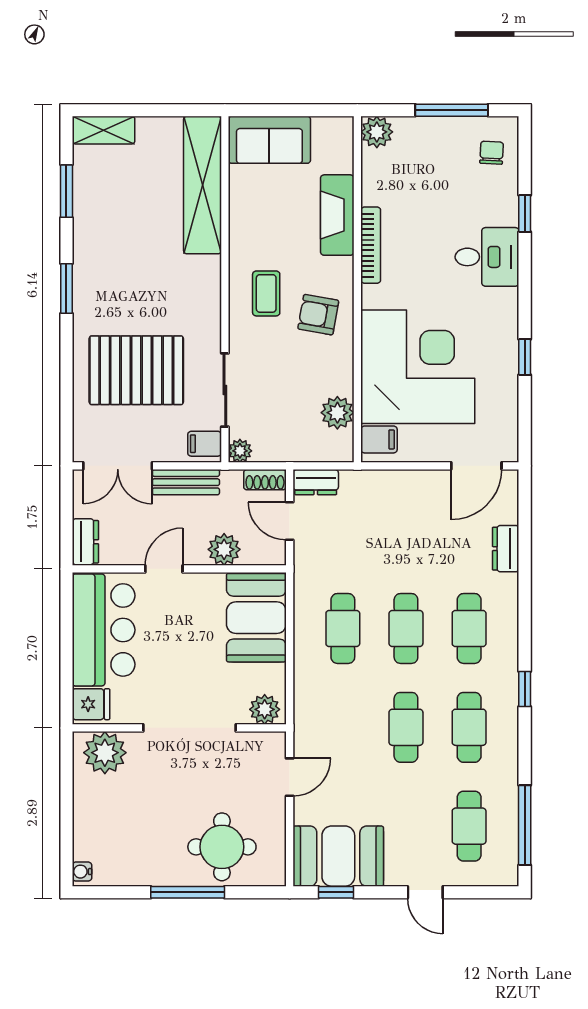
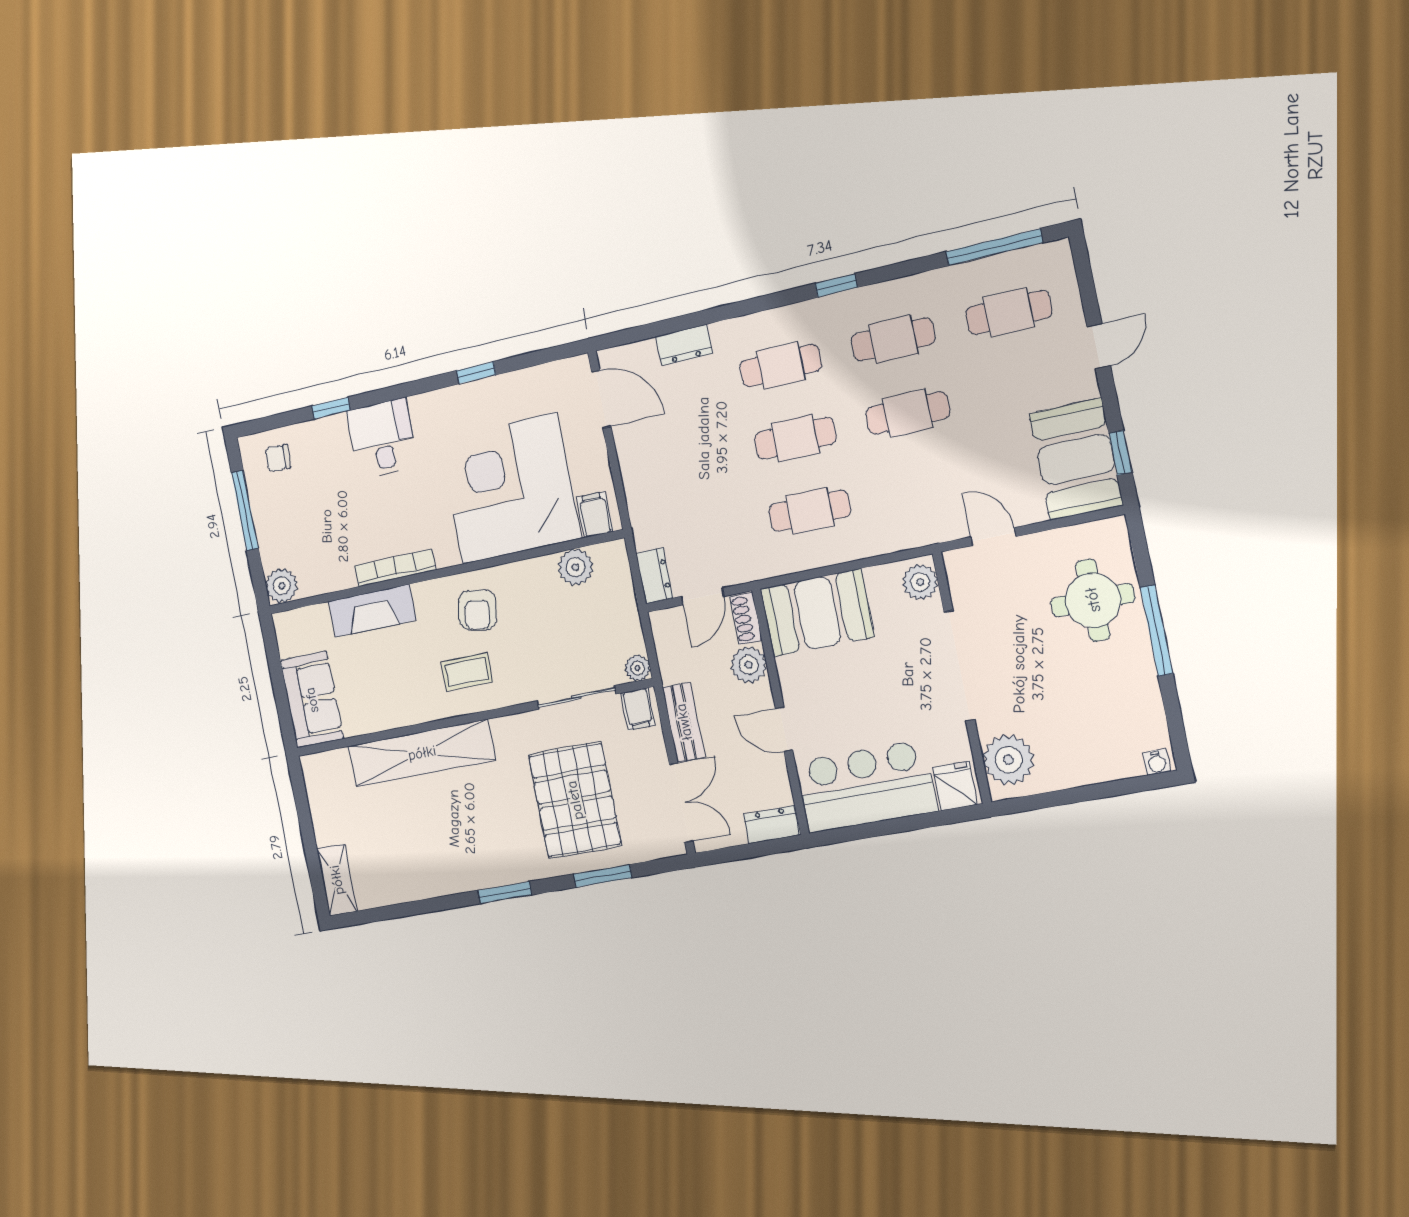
shelving: (203, 185) -> (422, 753), moved
window: (66, 191) -> (603, 876), moved
shoe rack: (265, 480) -> (746, 619), moved, turned 180

